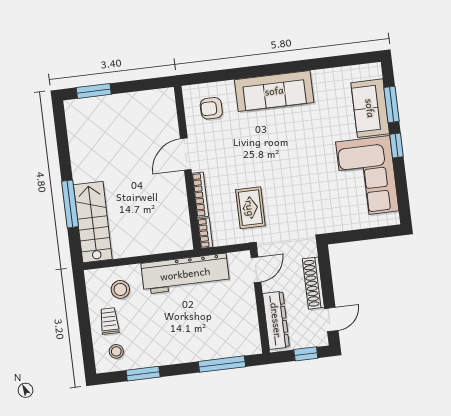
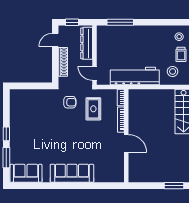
armchair: (211, 108) -> (70, 102), moved
sofa: (370, 108) -> (26, 173), moved, turned -90
door: (186, 154) -> (126, 144), hinge flipped
corner sofa: (367, 176) -> (25, 119), removed
door: (256, 270) -> (94, 73), hinge flipped
window: (143, 374) -> (165, 22), removed

